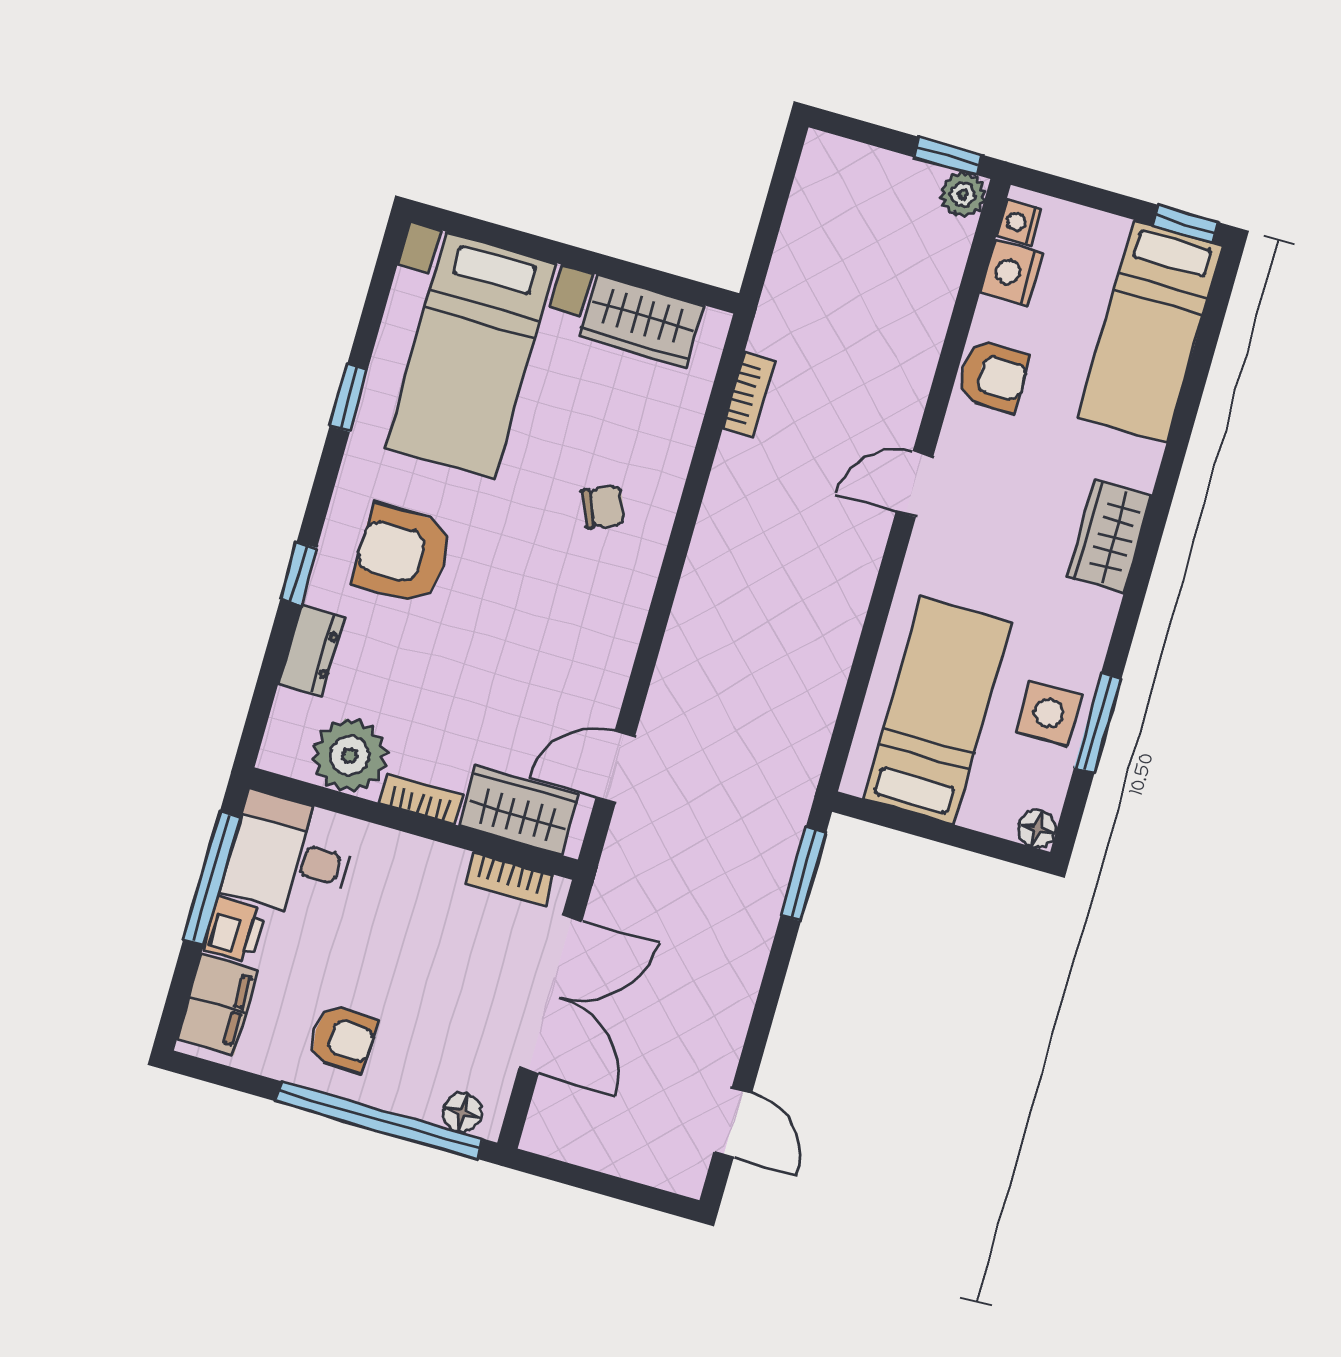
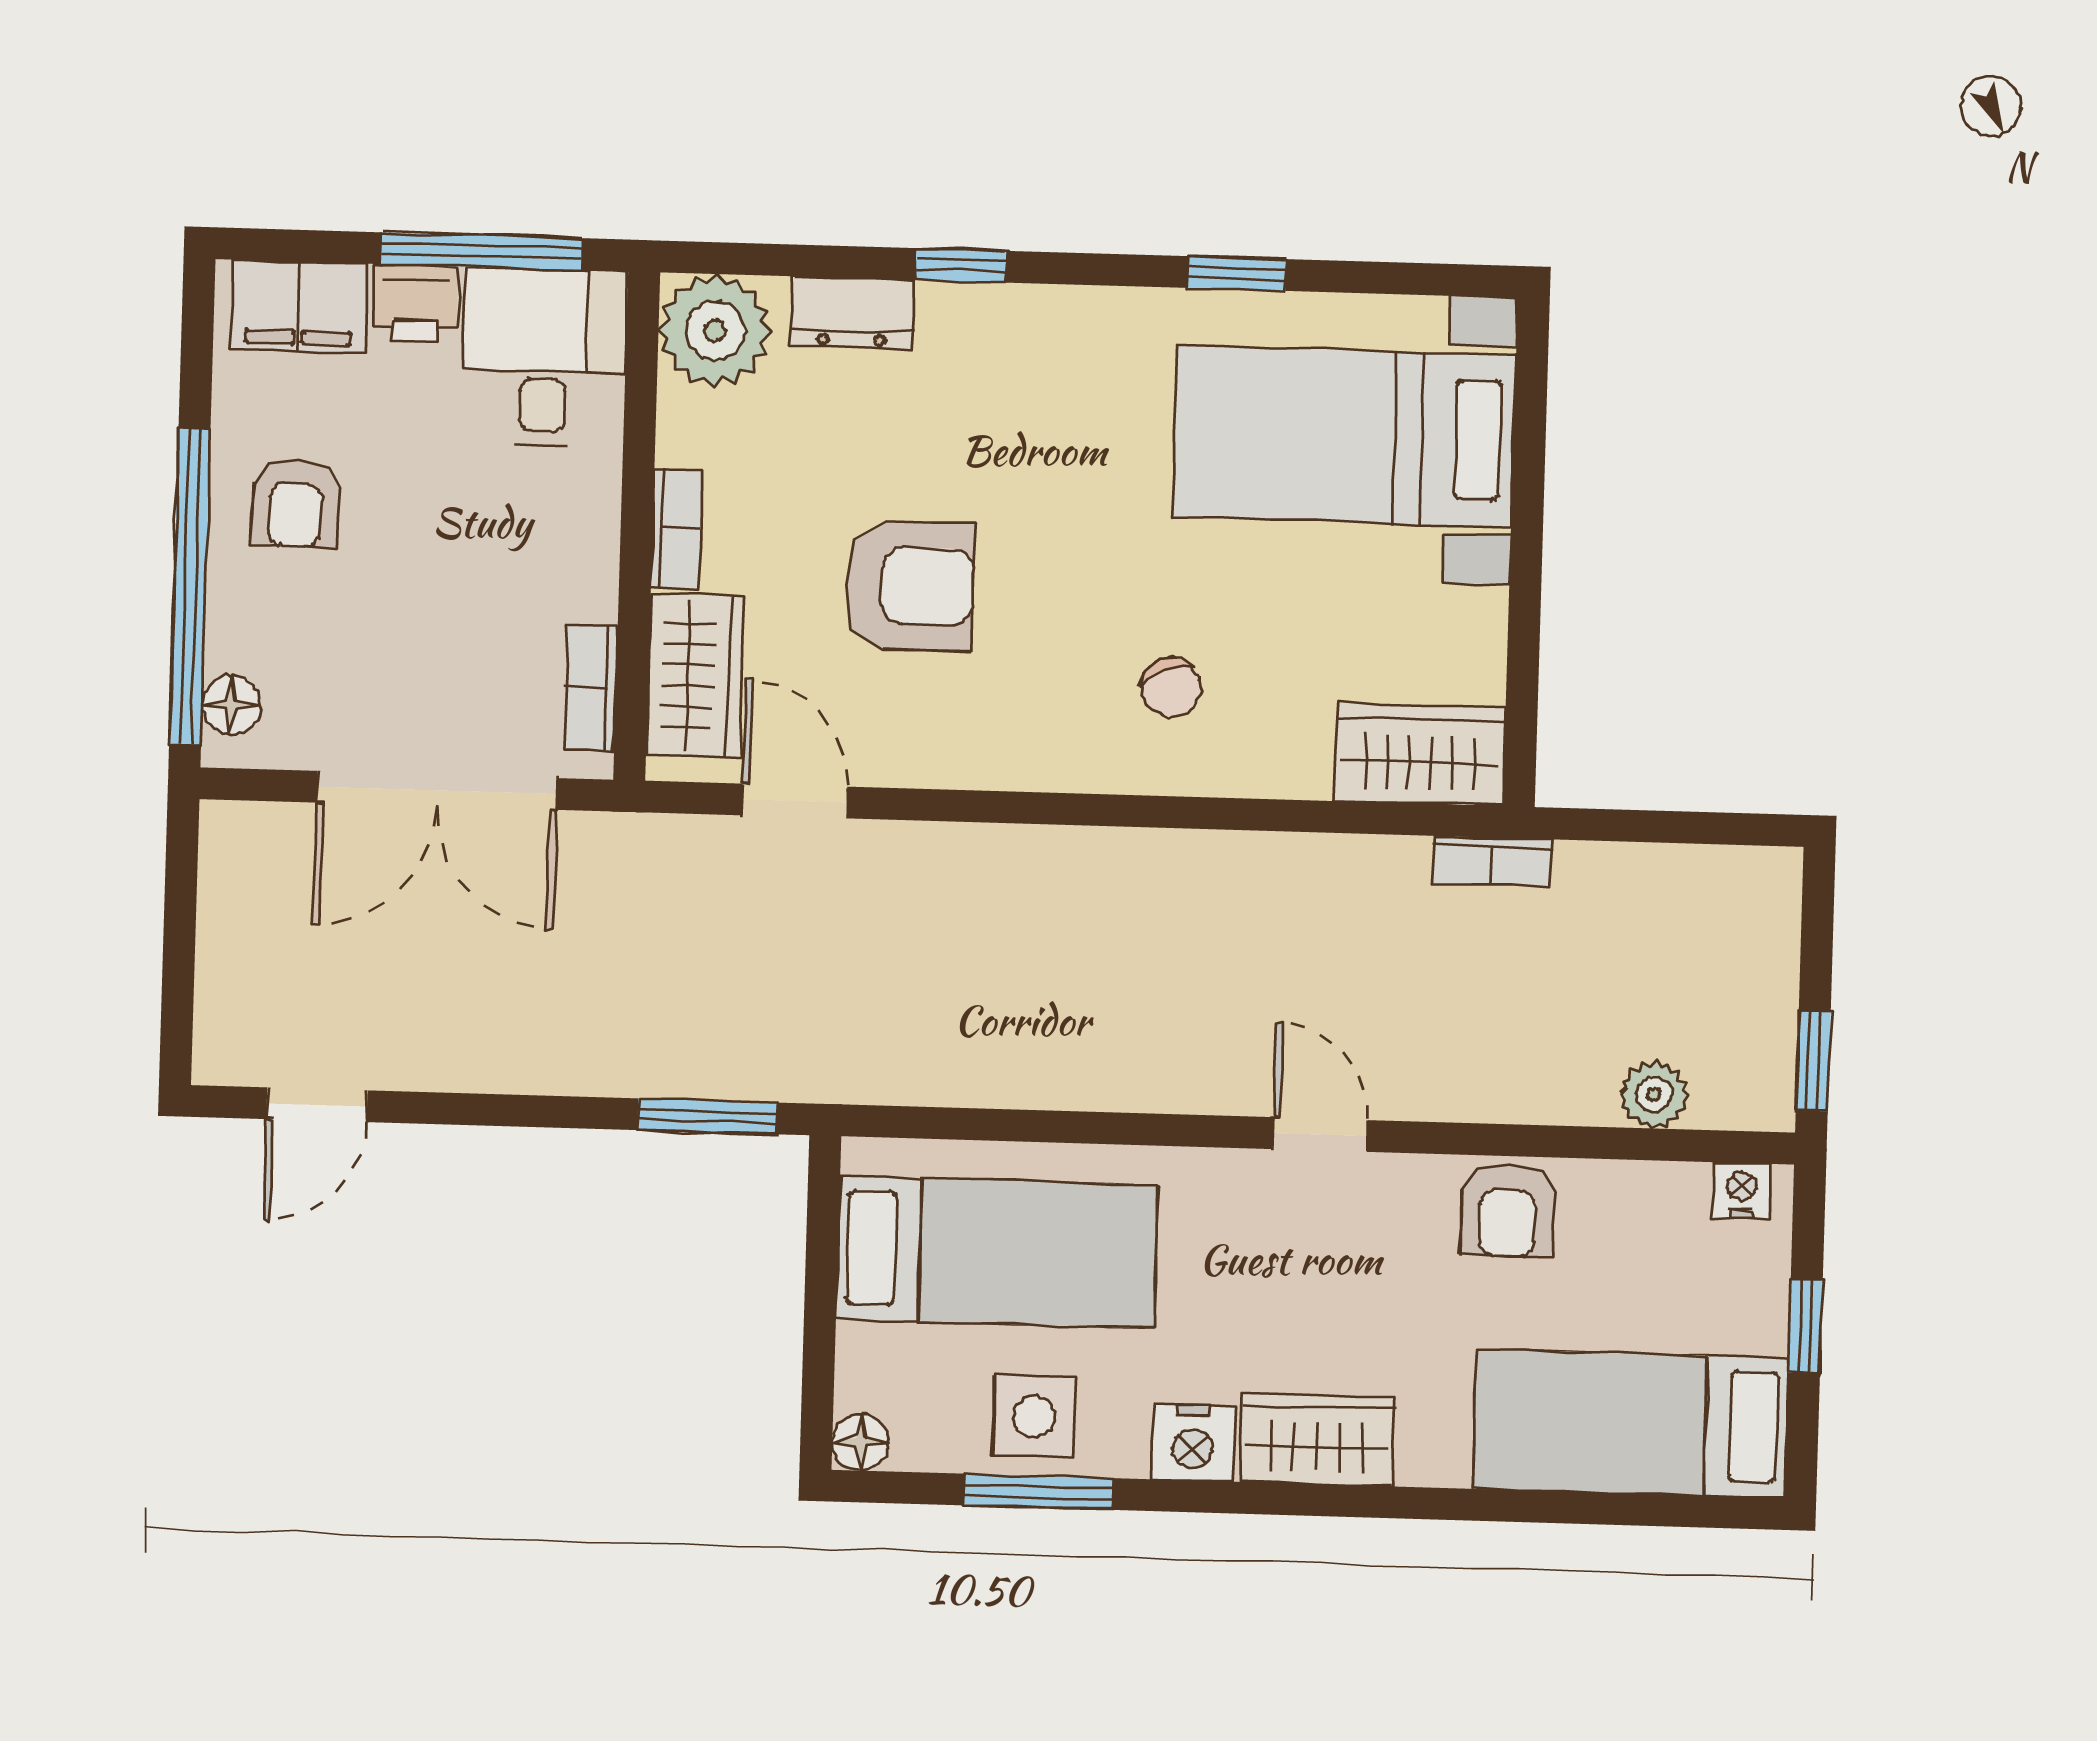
plant: (963, 194) -> (1654, 1095), moved
window: (1186, 224) -> (1805, 1327), moved
nightstand: (1011, 273) -> (1193, 1443), moved, turned 180
wardrobe: (641, 321) -> (1420, 755), moved, turned 90
bookcase: (748, 395) -> (1492, 861), moved
armchair: (403, 554) -> (909, 586), moved, turned 90
plant: (350, 756) -> (715, 331), moved

